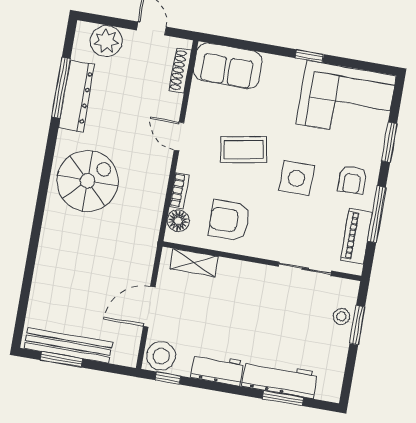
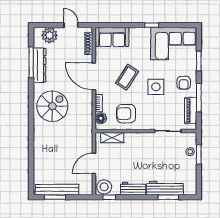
door: (179, 136) -> (94, 76), width x1.88
coffee table: (244, 150) -> (127, 77), turned -47

